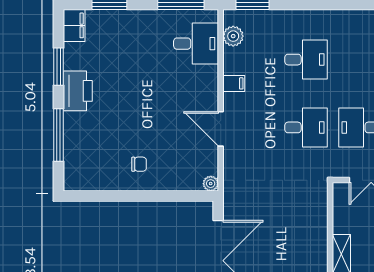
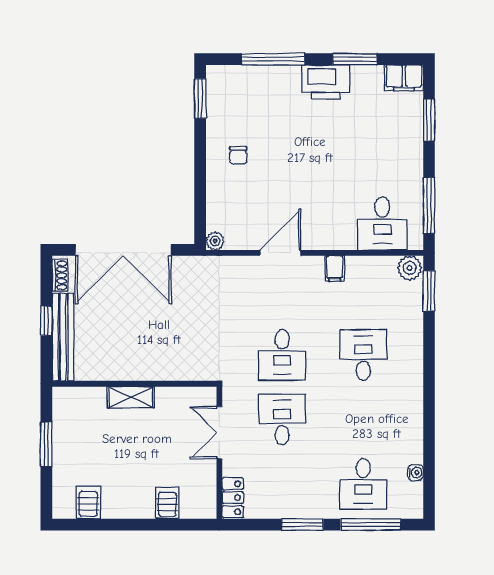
plant: (233, 36) -> (410, 268), moved
desk: (306, 60) -> (363, 355), turned 180
window: (91, 196) -> (200, 99), added

